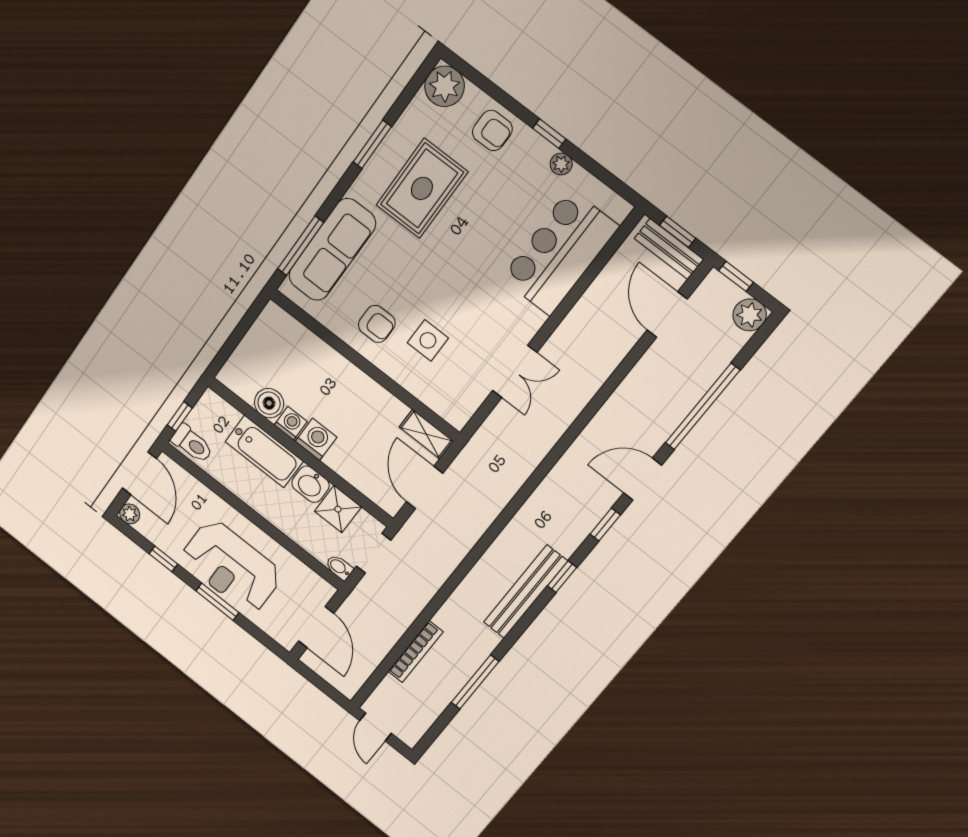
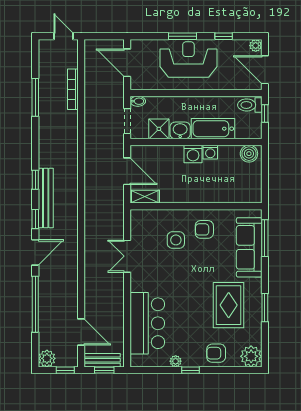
boiler: (269, 403) -> (249, 154), moved
bench: (525, 592) -> (46, 198), moved

